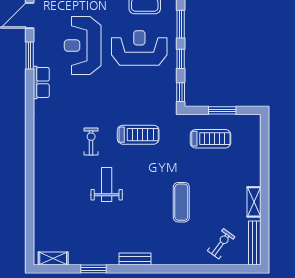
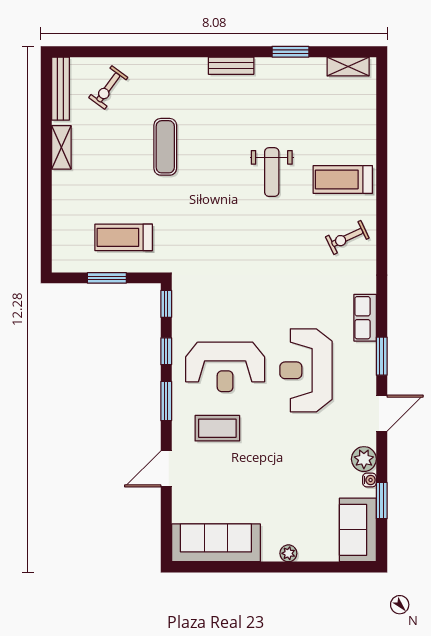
reception desk: (83, 46) -> (306, 370), turned 180
treadmill: (138, 135) -> (343, 179), moved
exercise bike: (91, 142) -> (347, 237), moved, turned 65

